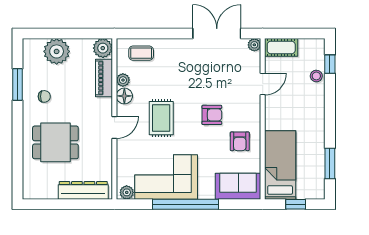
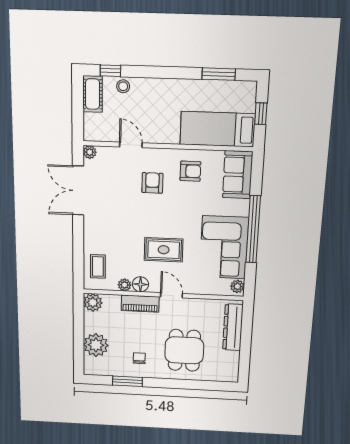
cot: (281, 47) -> (93, 94), moved
piano: (104, 78) -> (140, 304), moved
armchair: (212, 115) -> (152, 183), moved

